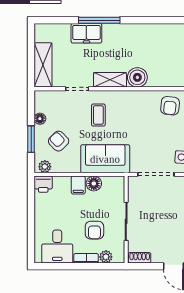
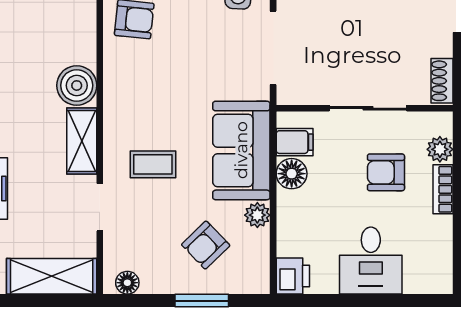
floor lamp: (40, 119) -> (127, 283), moved
plant: (45, 167) -> (257, 215), moved
filing cabinet: (78, 185) -> (295, 142), moved
armchair: (94, 230) -> (386, 172), turned 180
desk: (57, 247) -> (371, 261), moved, turned 90

